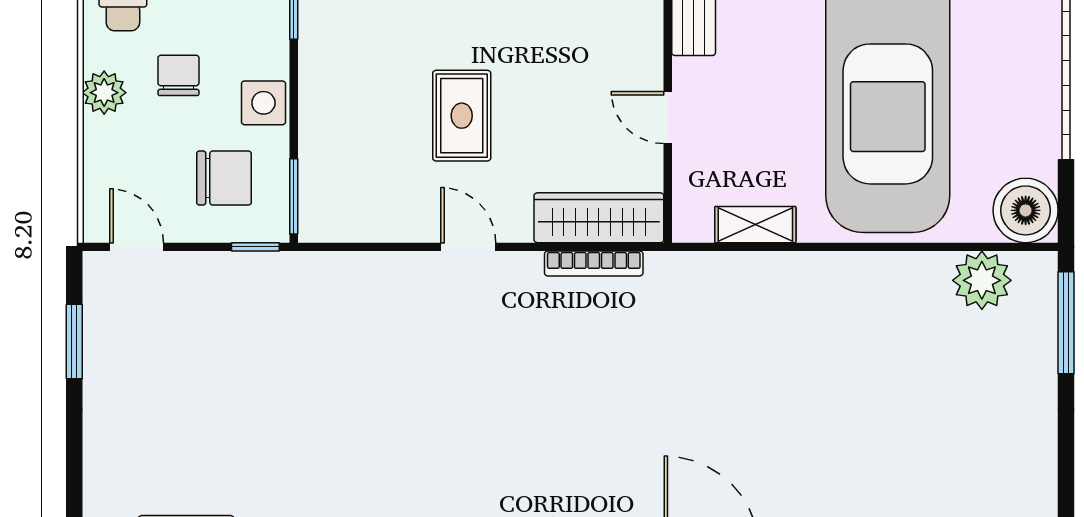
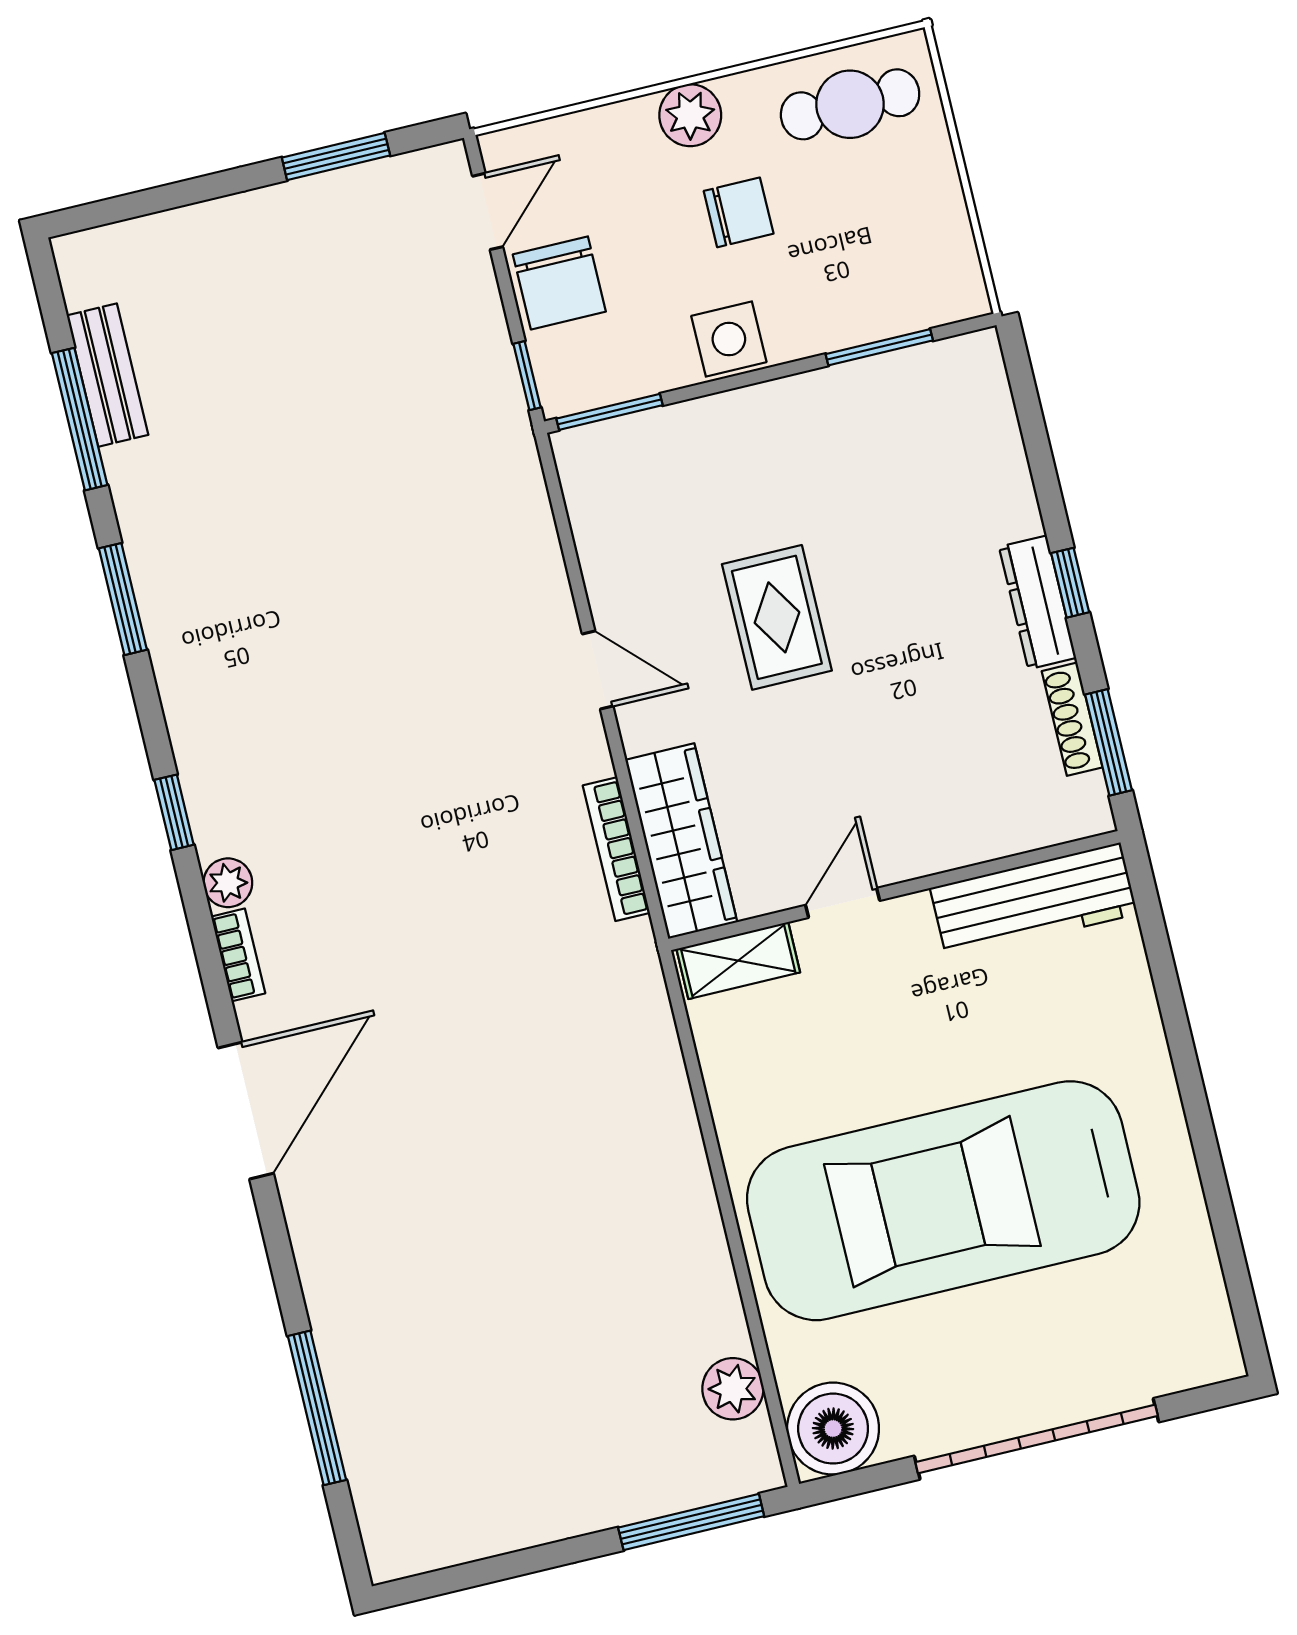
rug: (462, 116) -> (777, 617), turned 90
chair: (224, 178) -> (559, 283), moved
shelving: (755, 225) -> (738, 961), moved, turned 90
door: (468, 247) -> (598, 670), hinge flipped
plant: (982, 280) -> (733, 1389), width x0.73, depth x0.73

